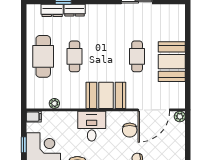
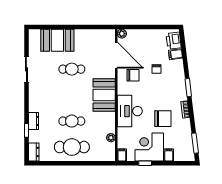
dresser: (52, 10) -> (34, 152), moved
booth: (172, 62) -> (57, 40), moved
desk: (92, 126) -> (130, 111), width x1.37

